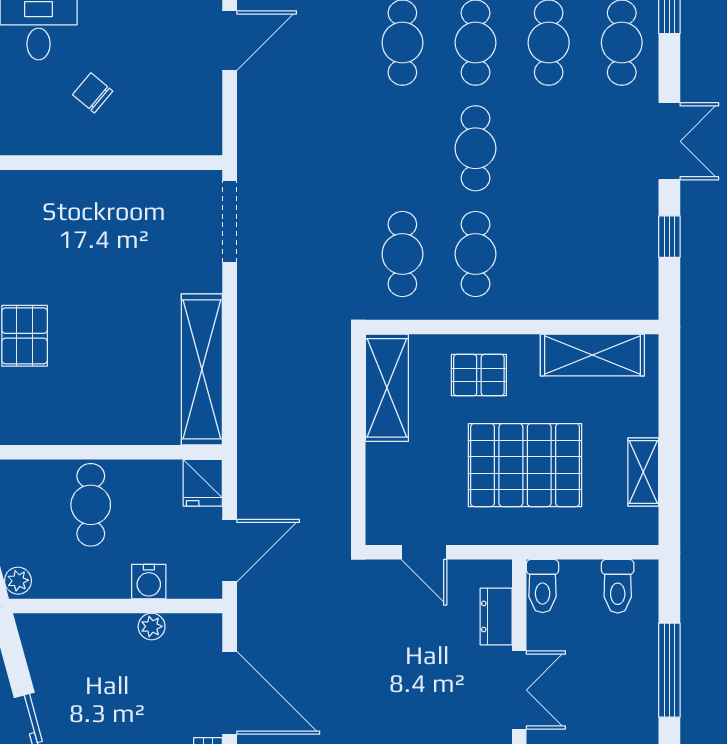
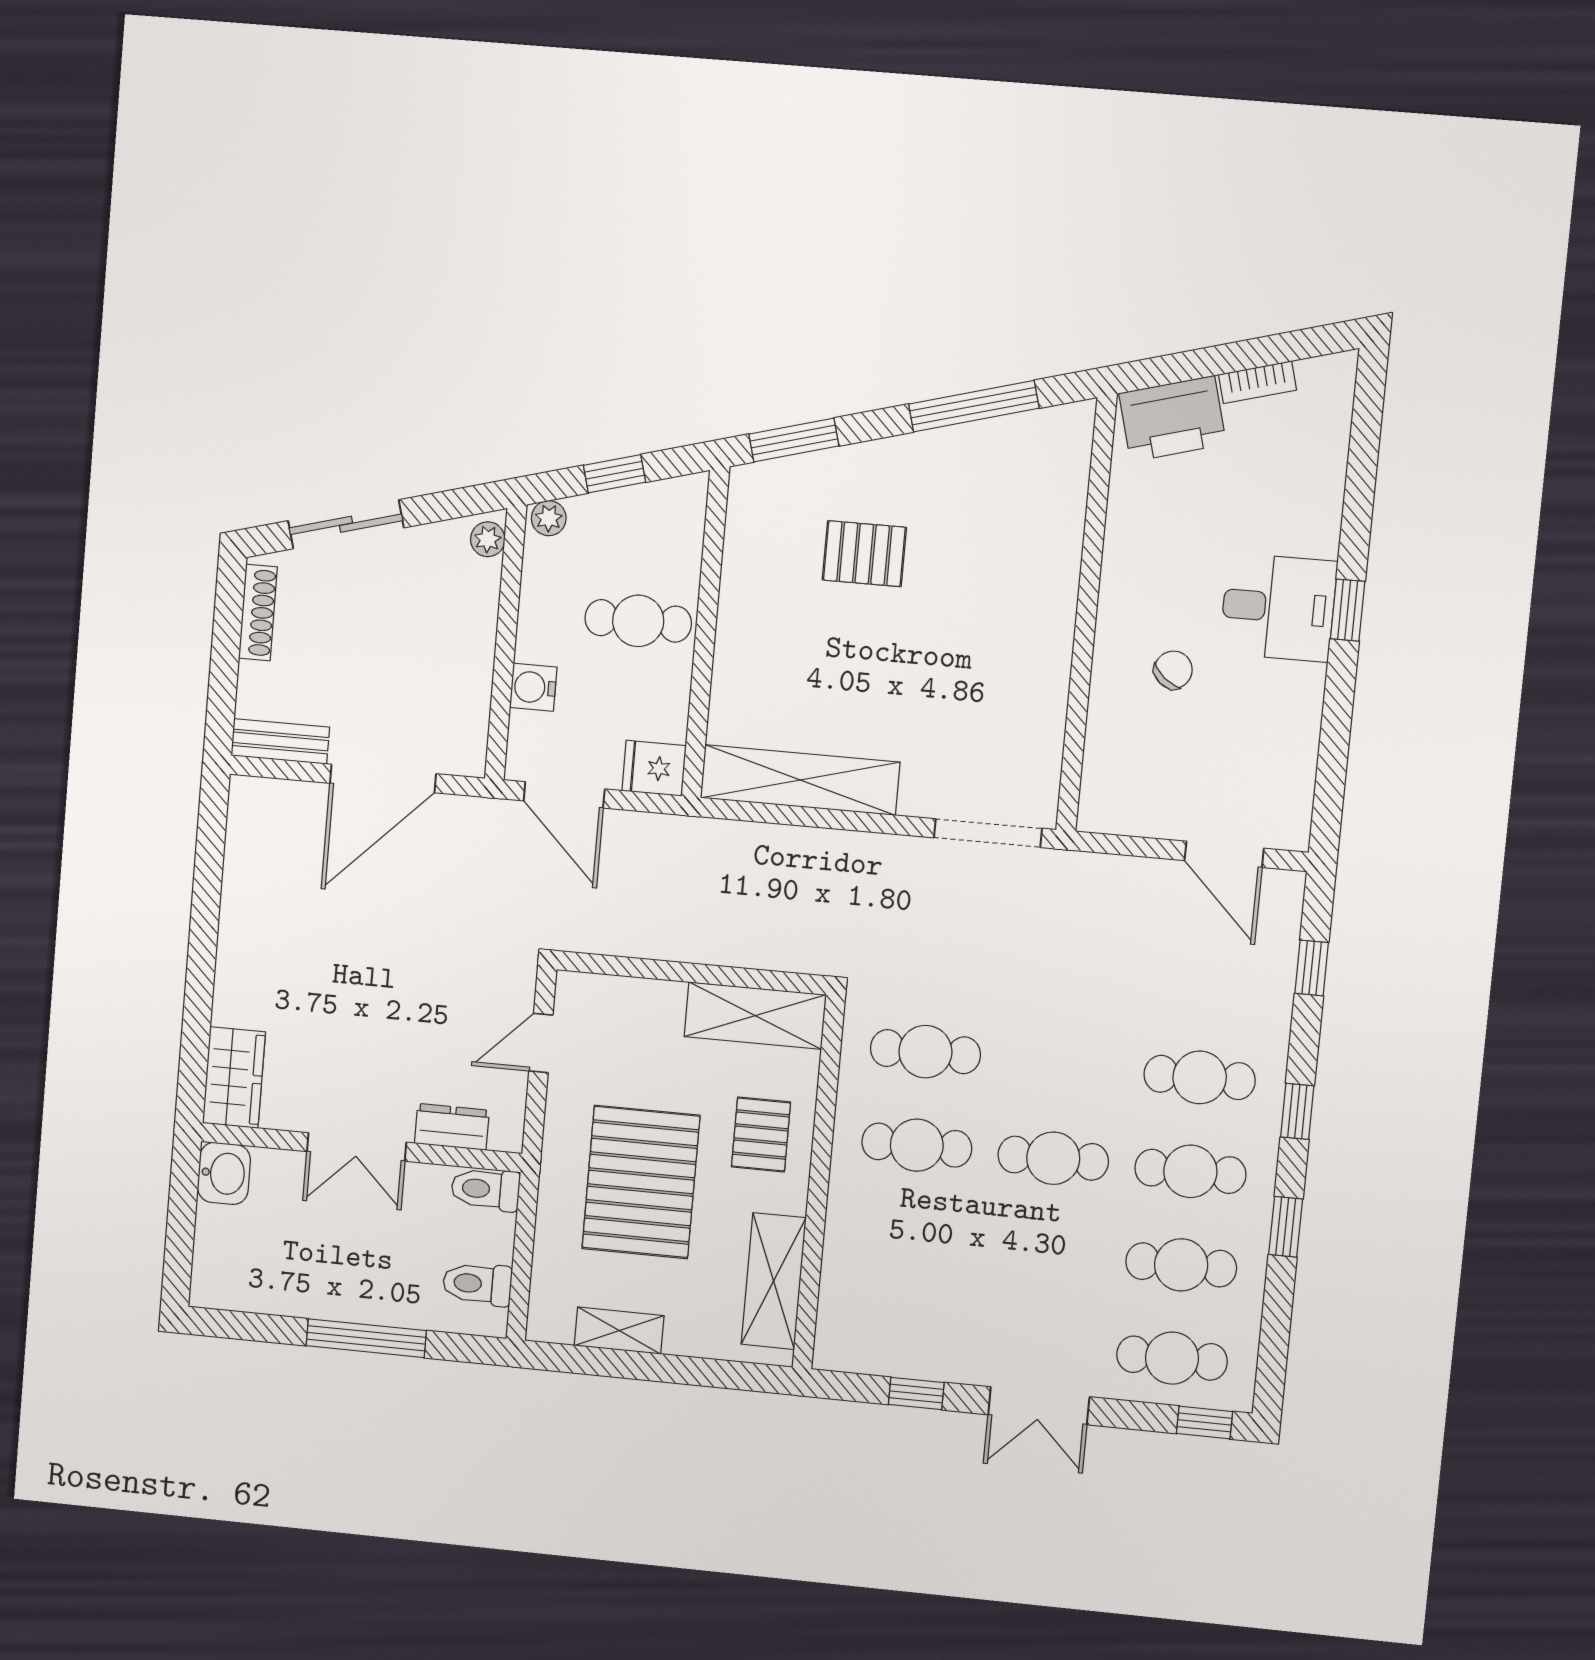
plant: (152, 626) -> (488, 539), moved

